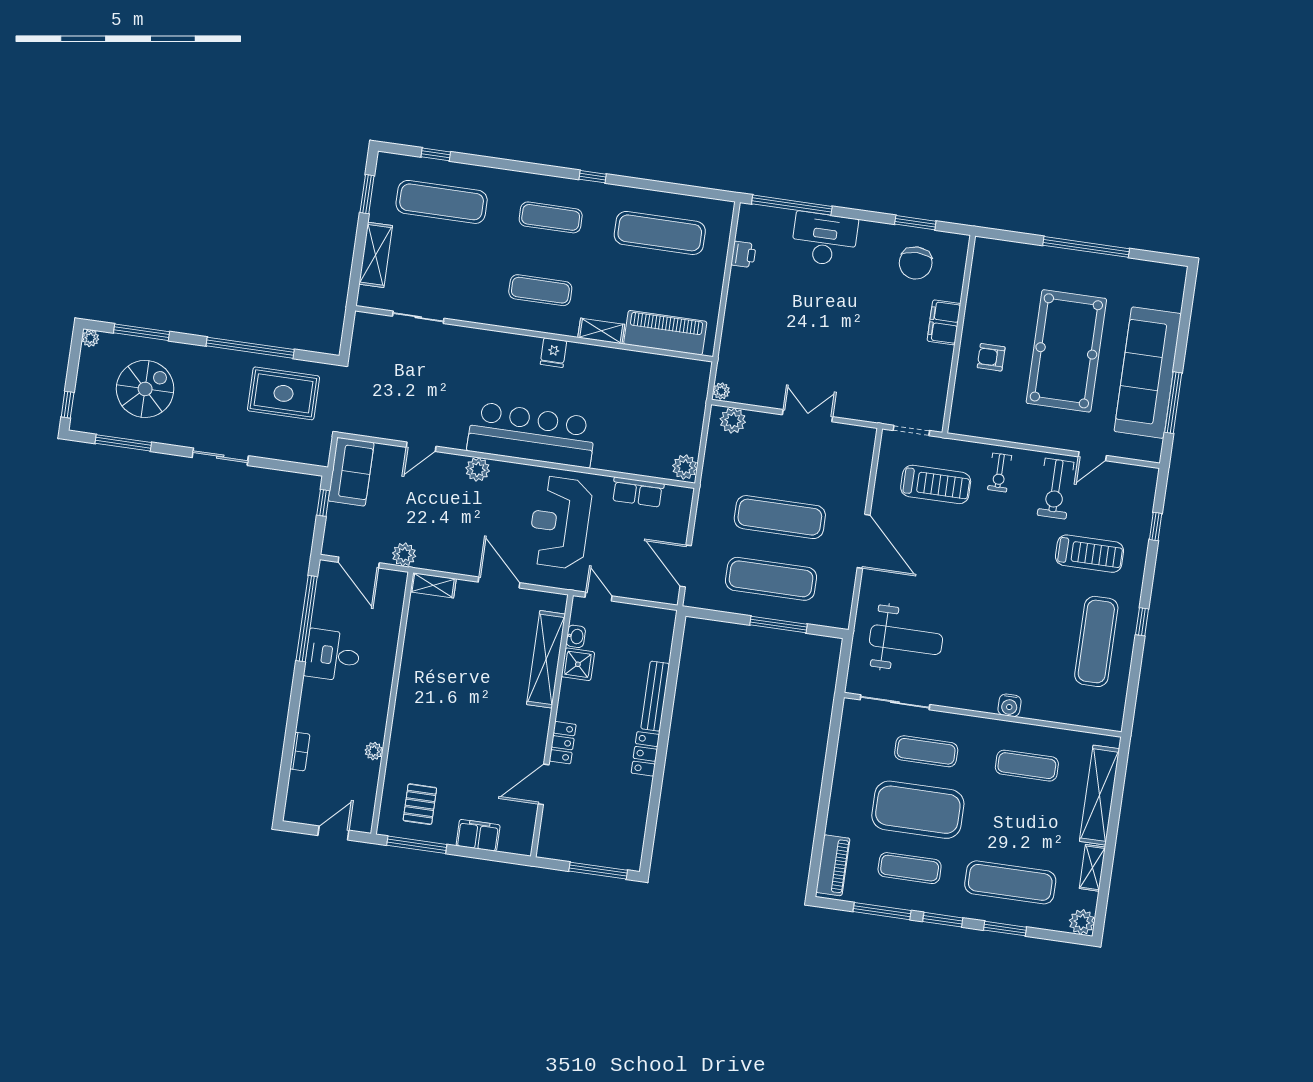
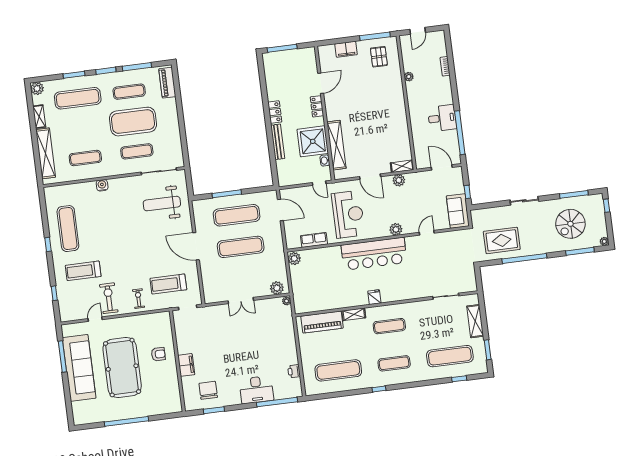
plant: (404, 555) -> (399, 180), moved
shower: (578, 664) -> (313, 141), width x1.86, depth x1.86

